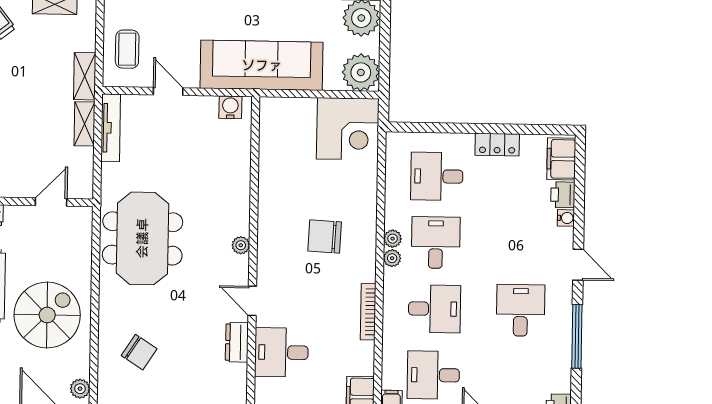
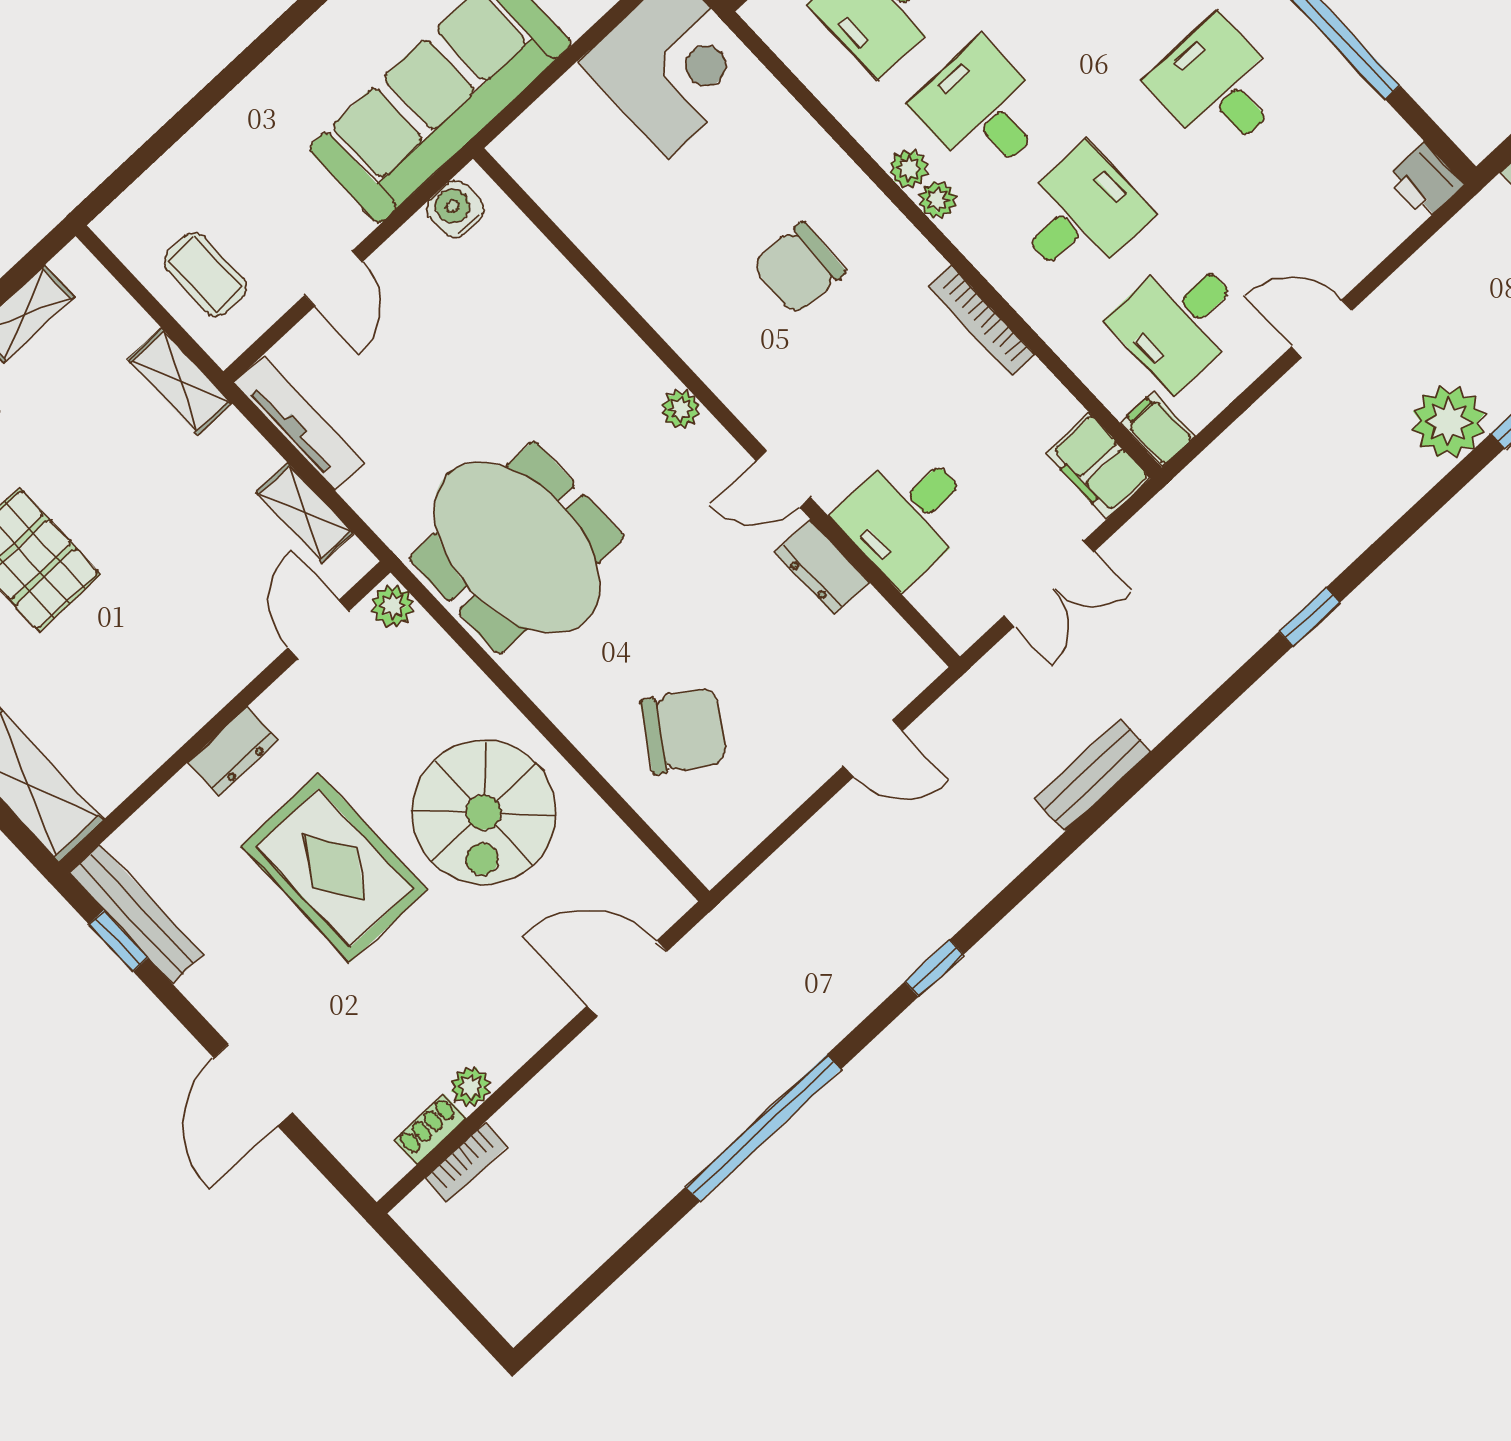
door: (168, 91) -> (334, 279), swing flipped
shelving: (85, 124) -> (305, 513), moved
spiral stairs: (47, 315) -> (484, 812), turned 180
chair: (139, 352) -> (684, 731), width x1.37, depth x1.37
plant: (80, 389) -> (392, 606), moved

